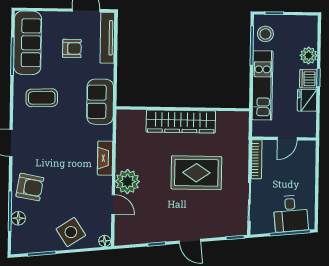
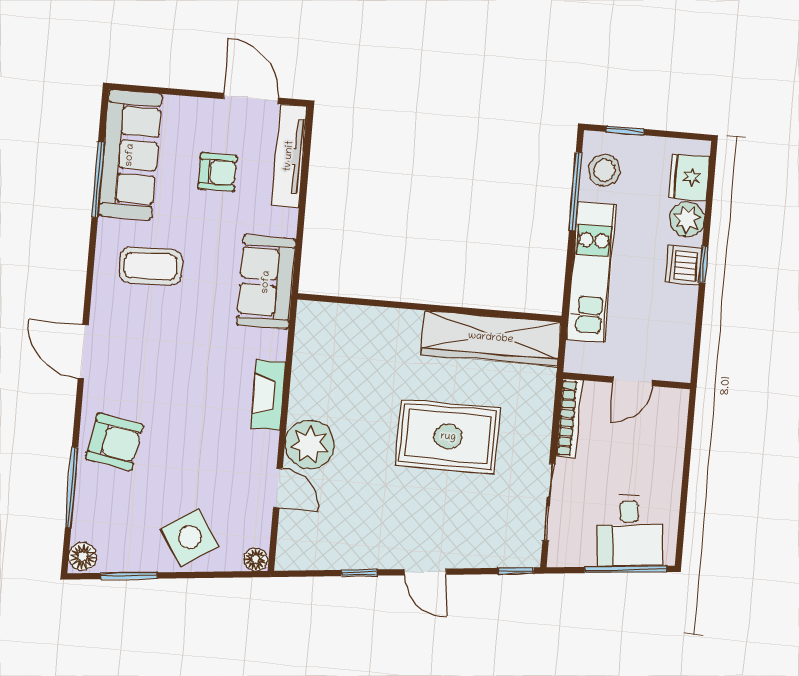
fridge: (307, 100) -> (689, 177), moved
wardrobe: (181, 122) -> (491, 338), moved
floor lamp: (18, 218) -> (83, 557), moved

